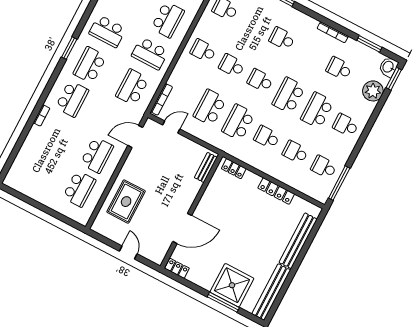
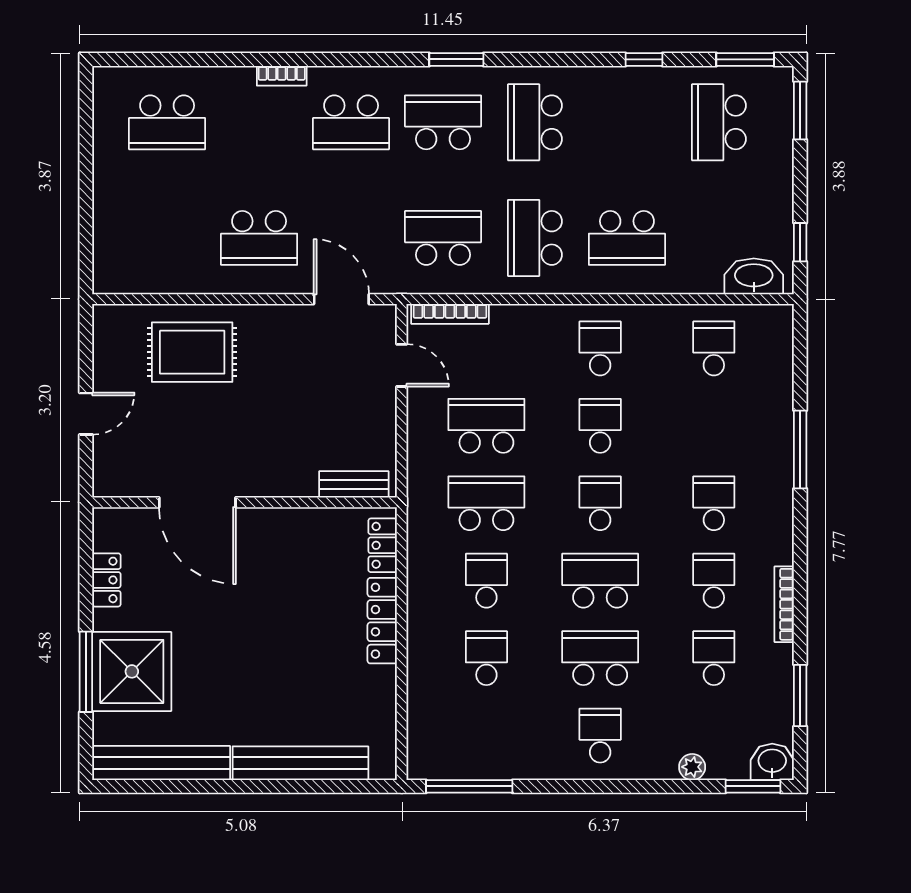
plant: (373, 91) -> (692, 767), width x0.53, depth x0.53
school desk: (324, 167) -> (714, 581), moved
school desk: (79, 189) -> (167, 122), moved
locker: (276, 191) -> (382, 621), moved
locker: (177, 268) -> (106, 580), moved

